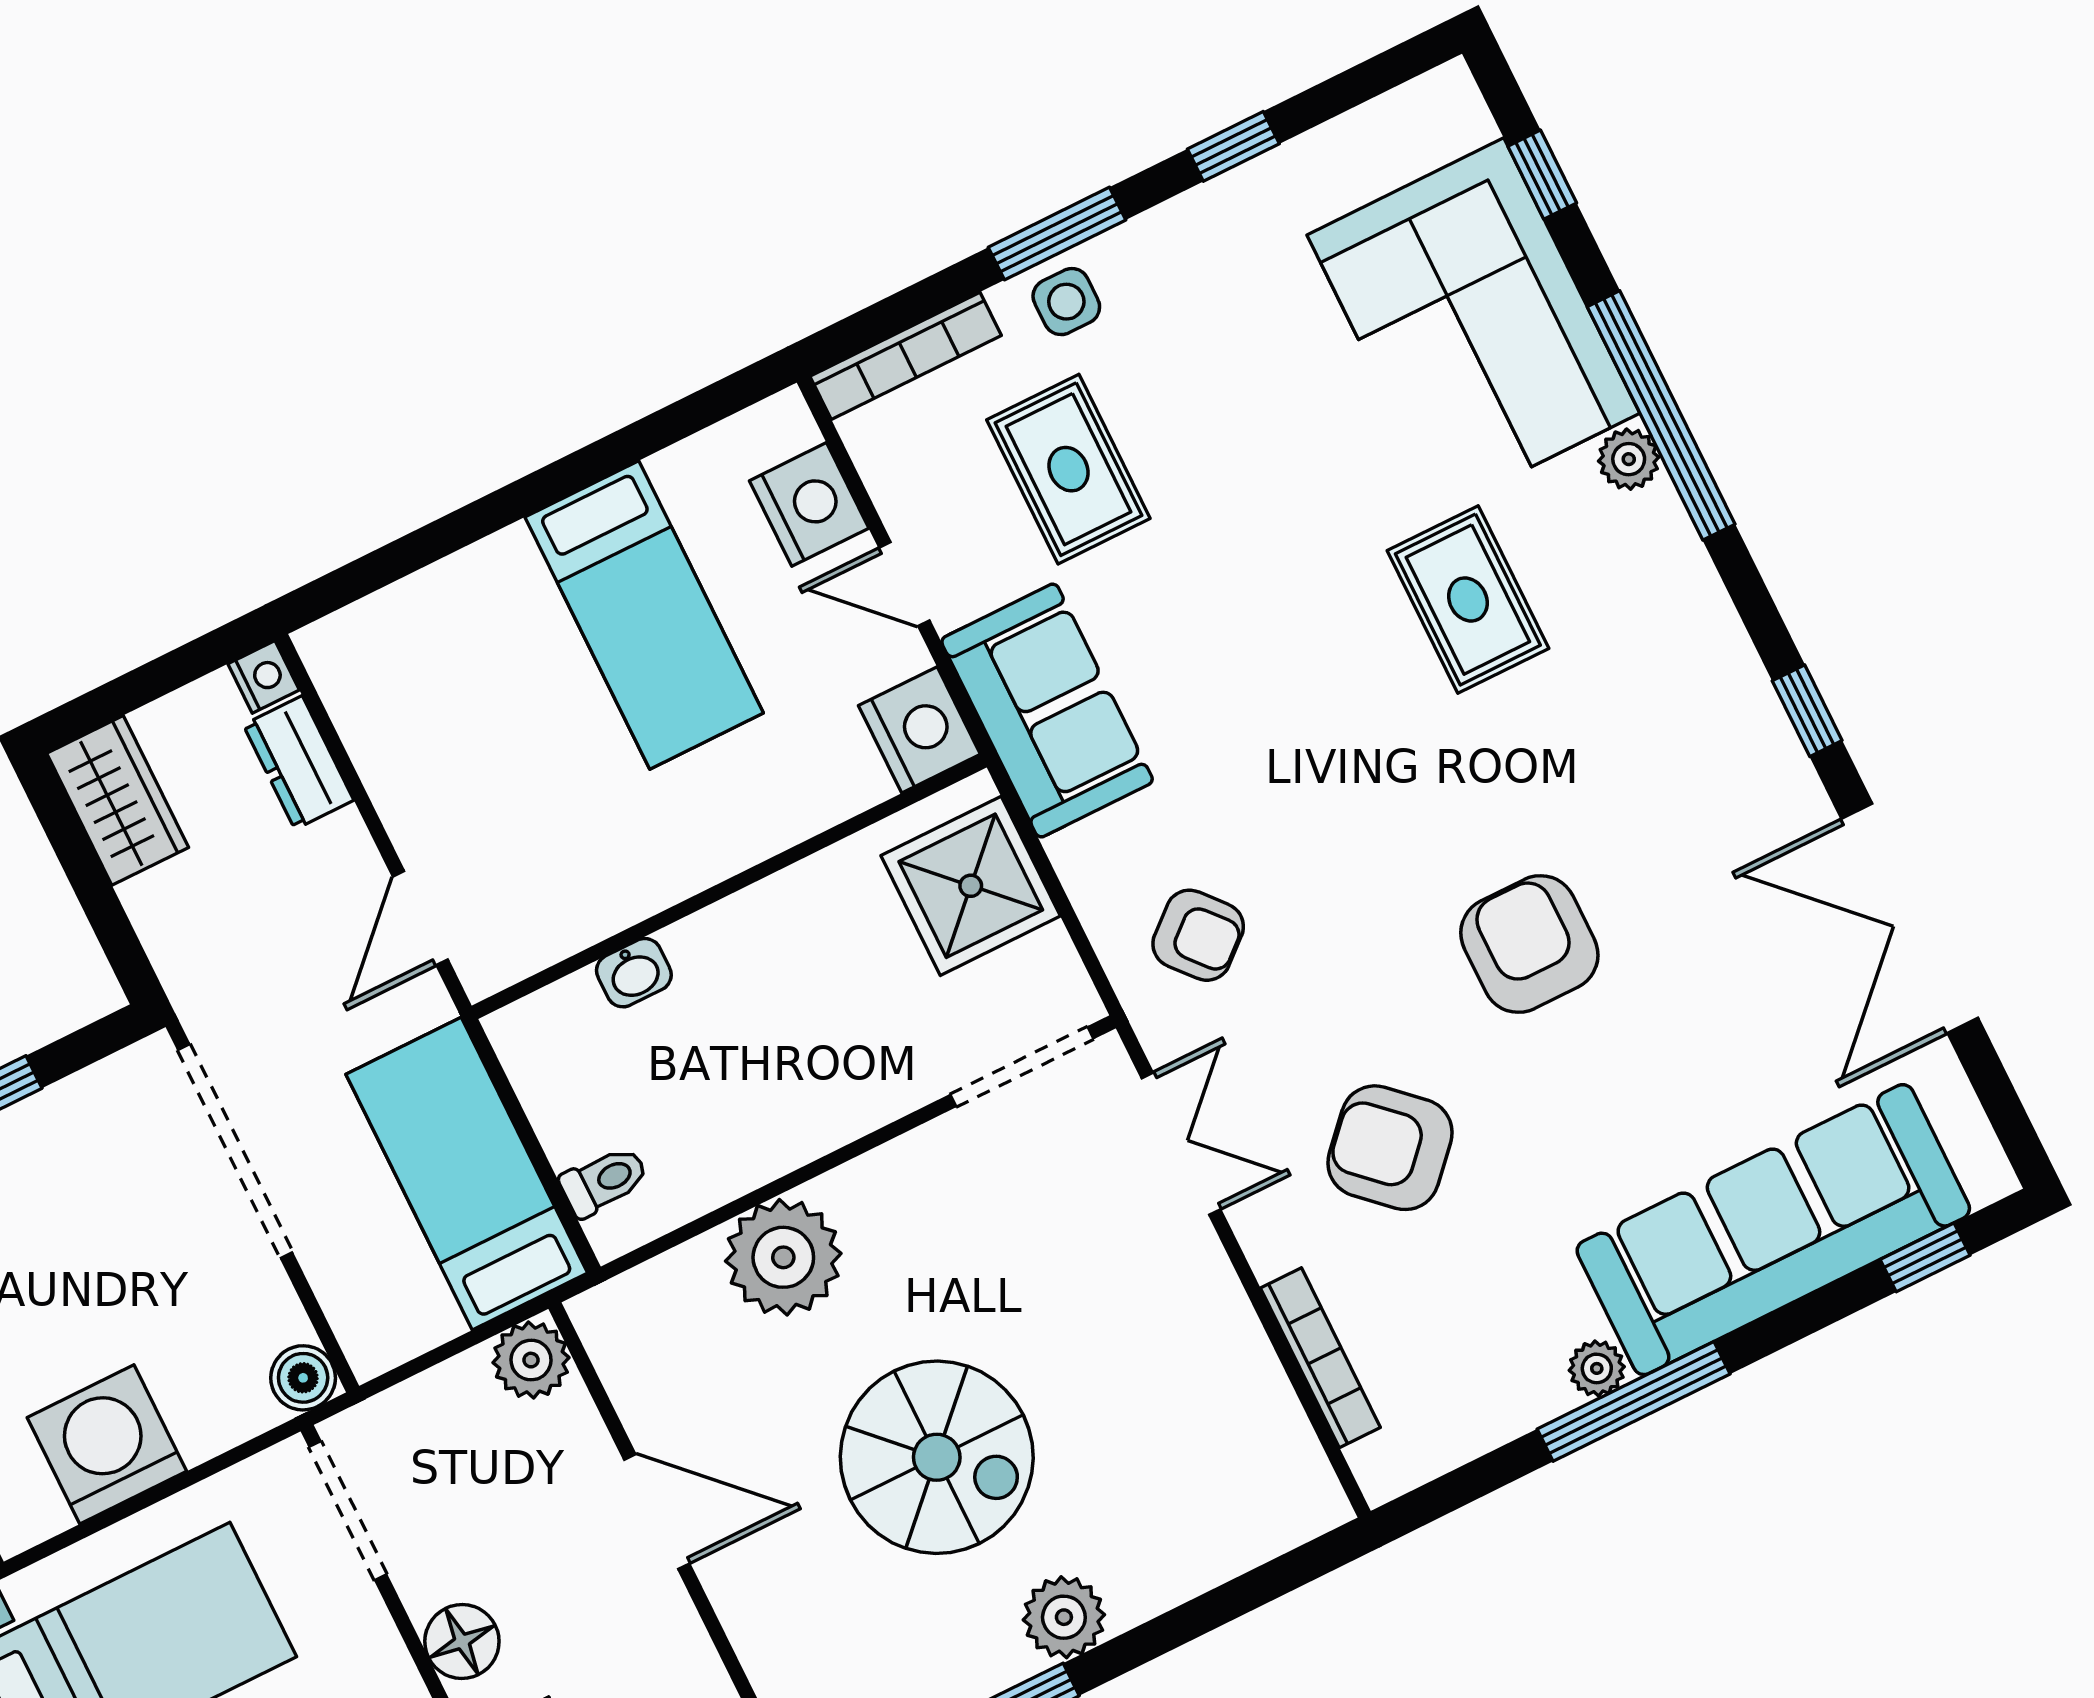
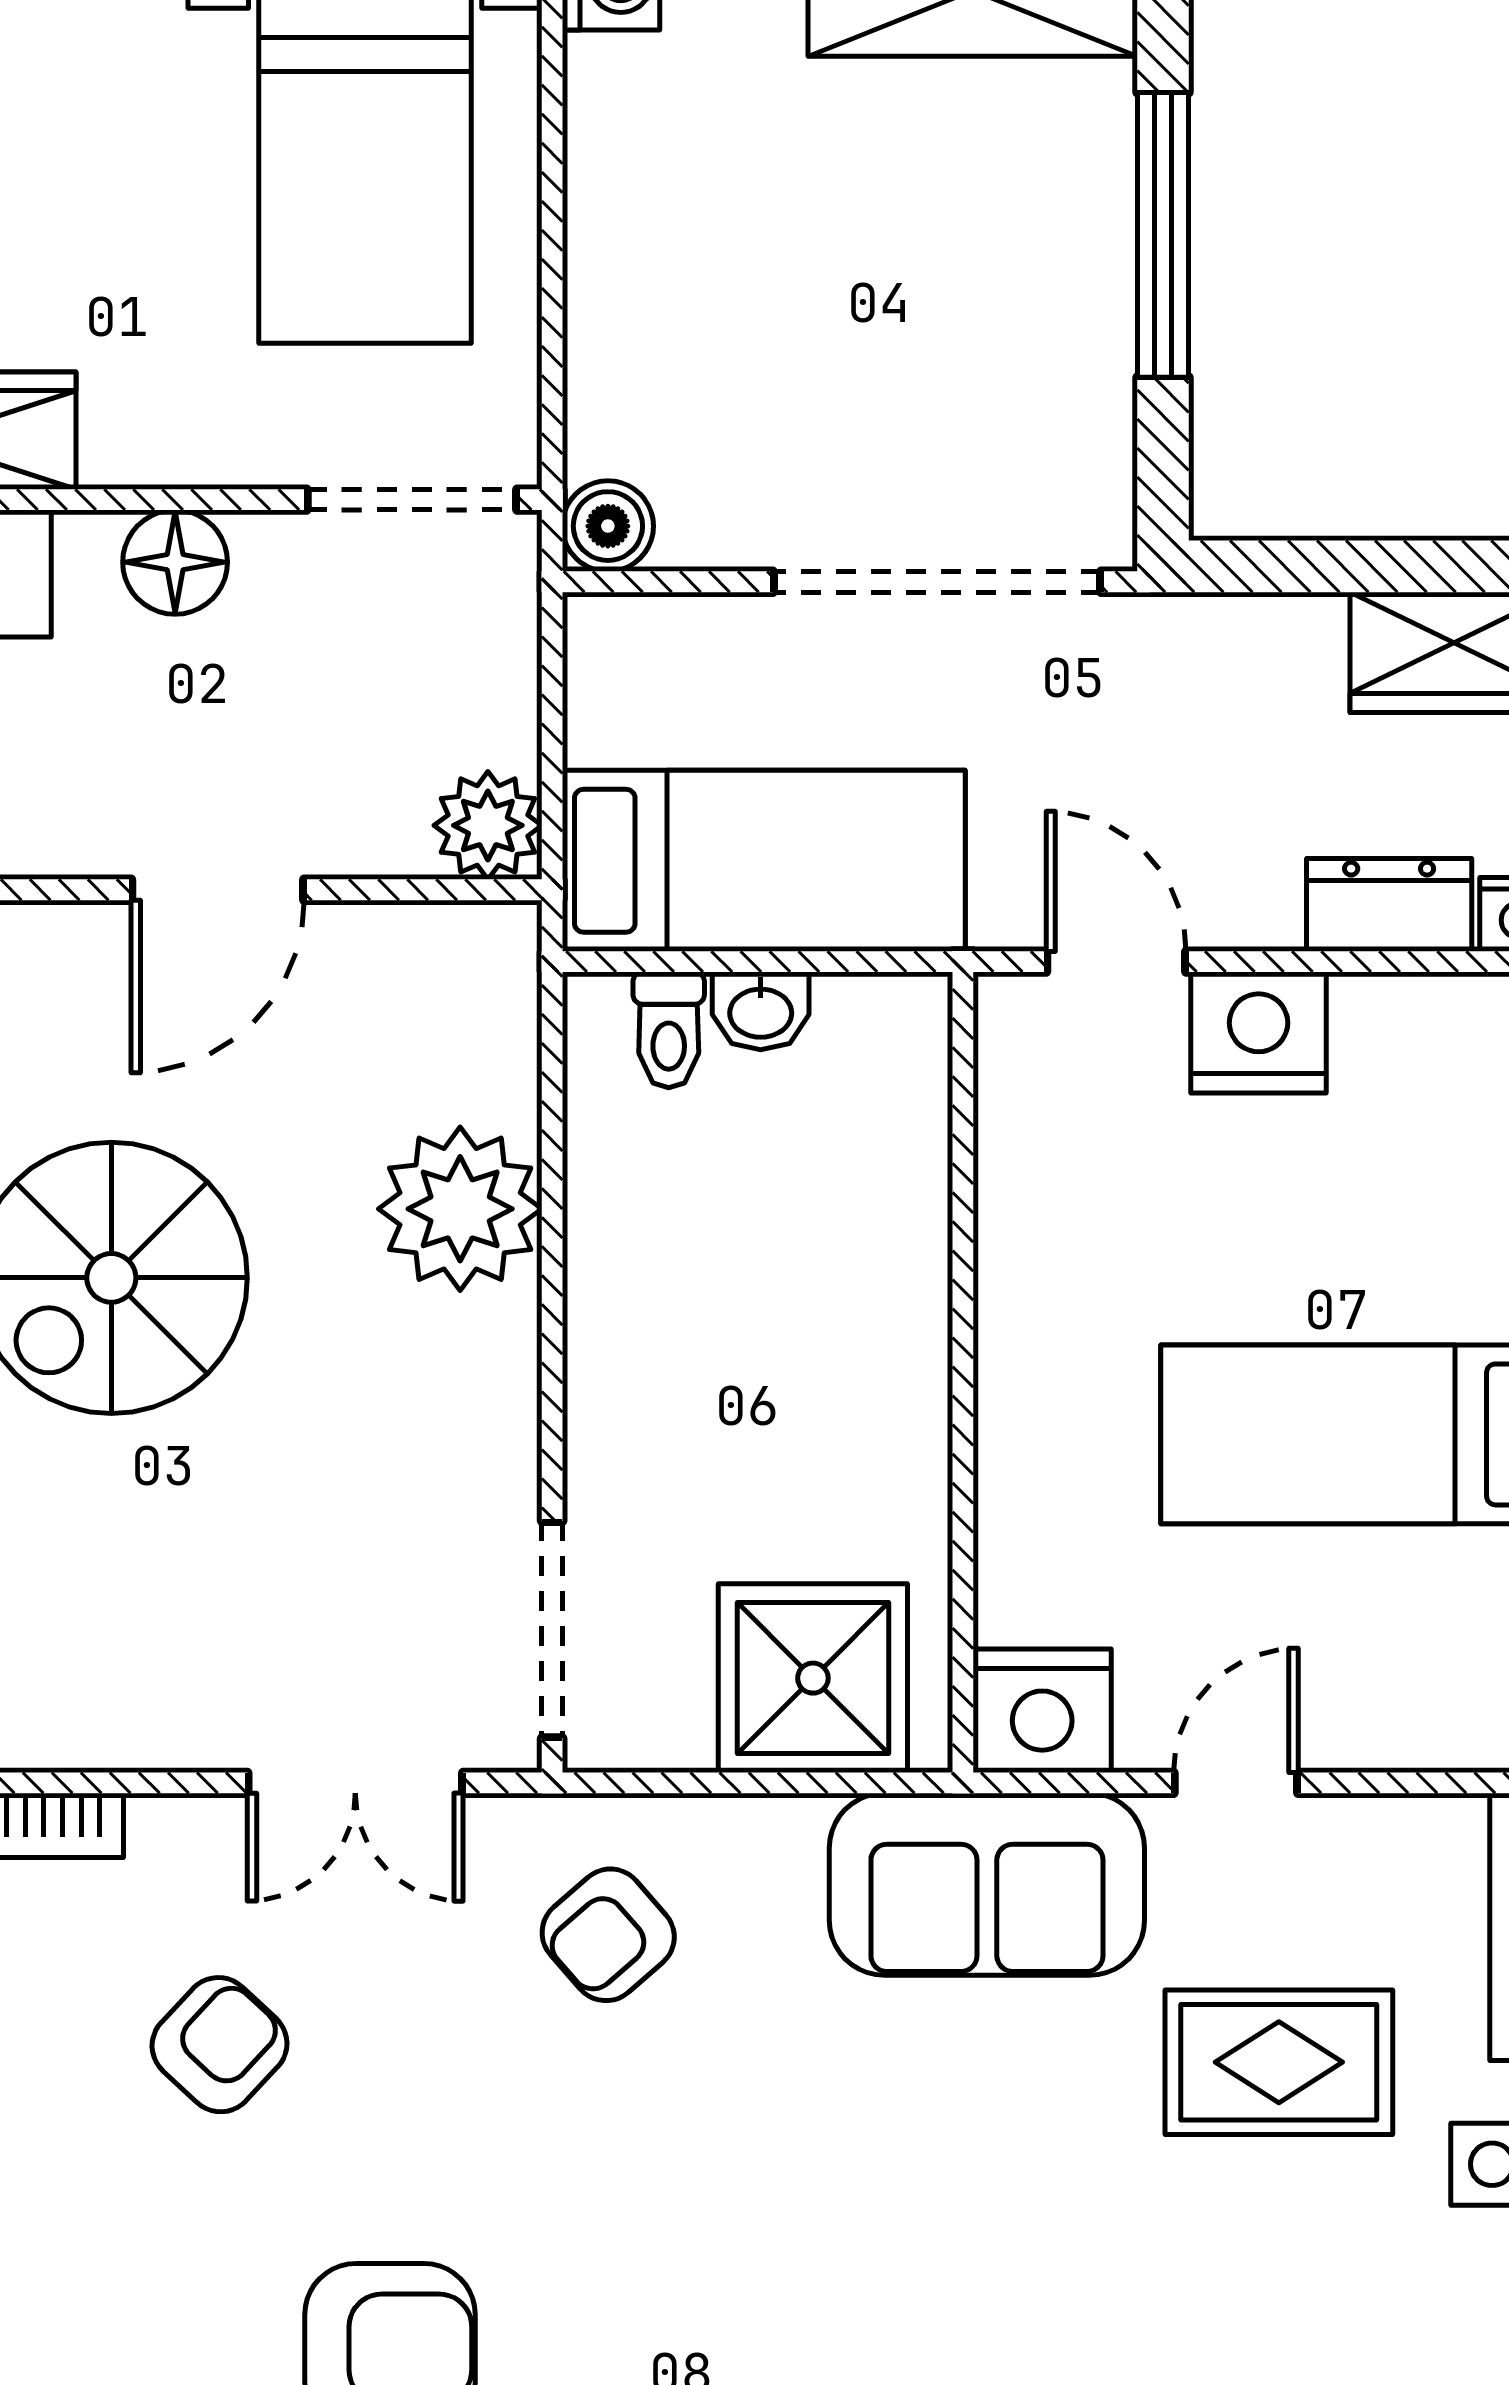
nightstand: (809, 504) -> (1259, 1032), moved, turned 180
washbasin: (634, 973) -> (761, 1011), moved, turned -90
armchair: (1390, 1148) -> (220, 2045), width x0.72, depth x0.72
washing machine: (107, 1444) -> (646, 236), removed

